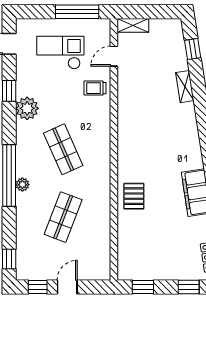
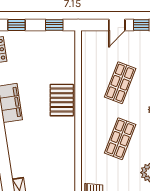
shop shelf: (63, 149) -> (120, 139), turned 45
pallet: (134, 196) -> (62, 100), width x1.50, depth x1.42

